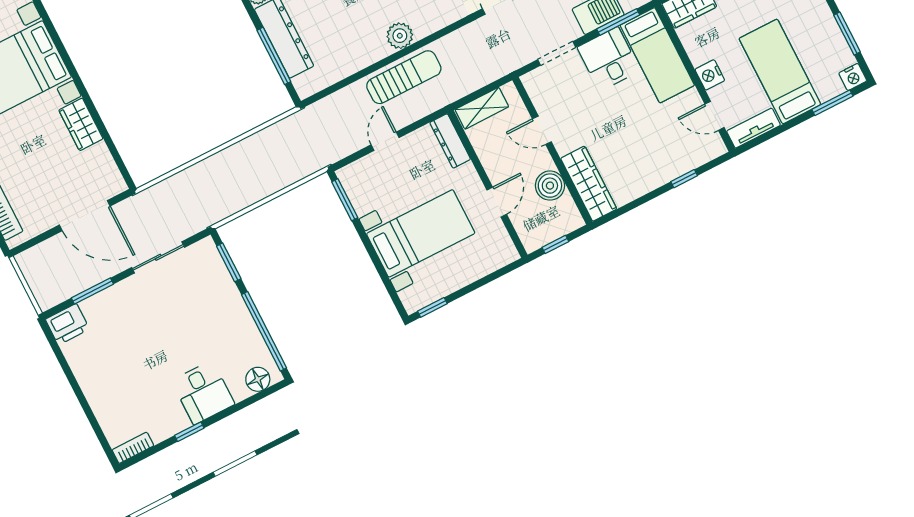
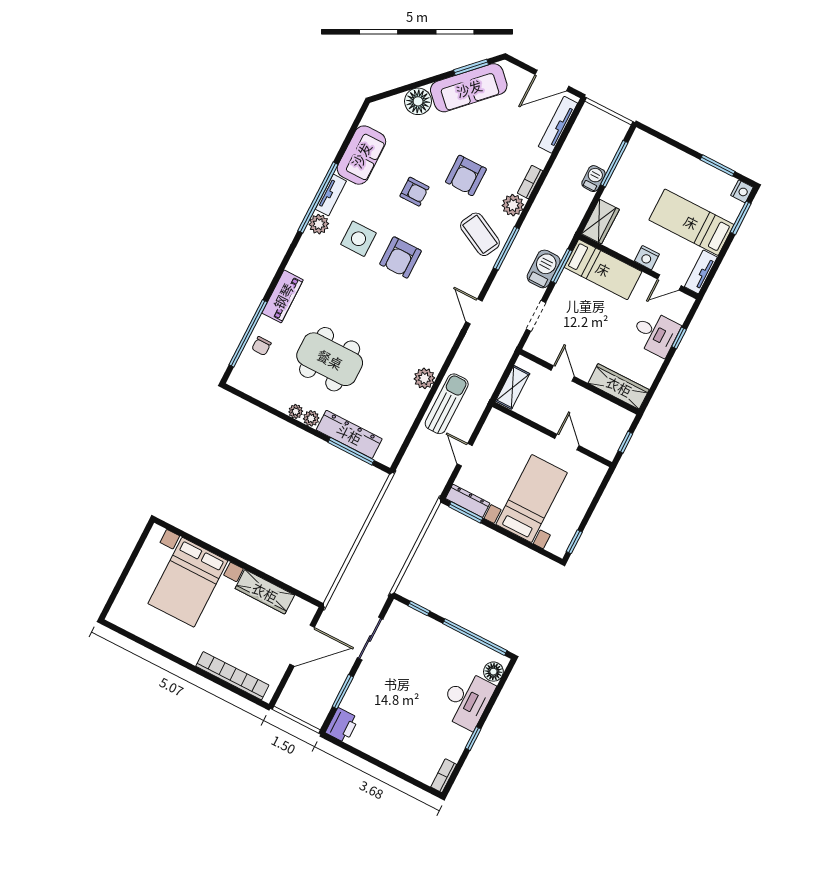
desk: (609, 59) -> (655, 333), moved, turned 180
wardrobe: (81, 124) -> (265, 592), width x1.50
door: (542, 130) -> (563, 373), swing flipped
dresser: (450, 141) -> (468, 501), moved, turned 180
boiler: (550, 186) -> (594, 406), removed
window: (229, 262) -> (419, 608), width x0.67
desk: (203, 392) -> (467, 700), width x1.37

